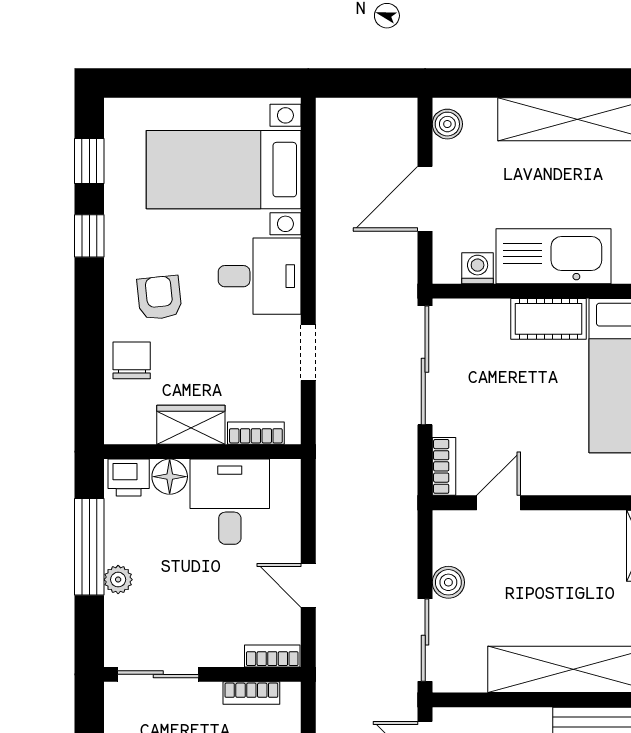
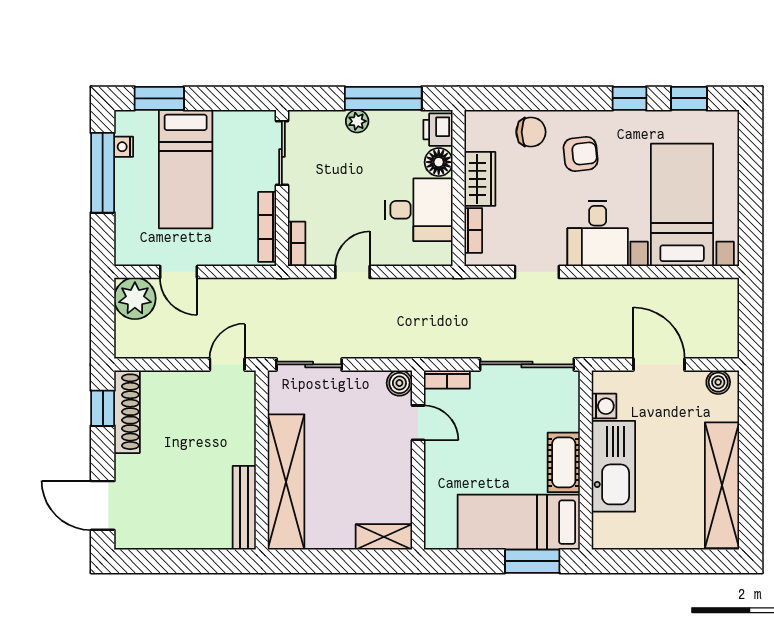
boiler: (448, 582) -> (399, 383), moved
bookcase: (251, 693) -> (267, 227), width x1.56

